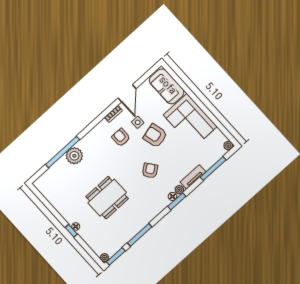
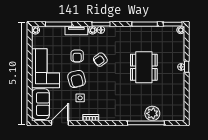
door: (127, 93) -> (60, 123), moved
armchair: (121, 137) -> (77, 56), moved
plant: (74, 156) -> (152, 113), moved
dining table: (107, 198) -> (144, 67), turned 90

